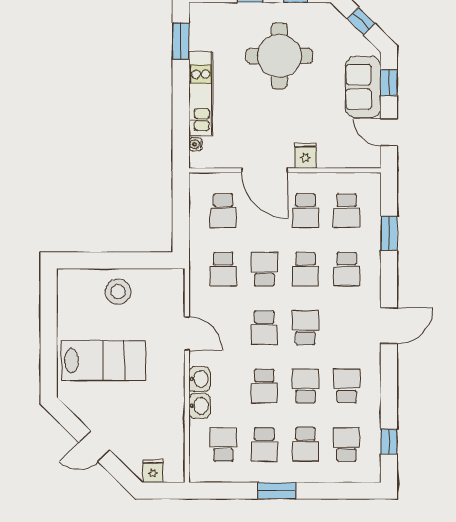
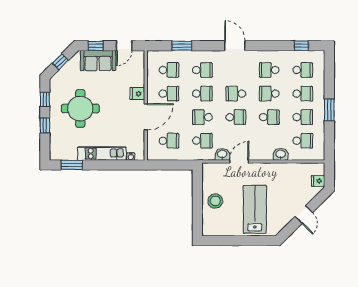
washbasin: (199, 379) -> (222, 154), moved
school desk: (223, 444) -> (303, 141), turned 180
school desk: (347, 444) -> (303, 70), turned 180

